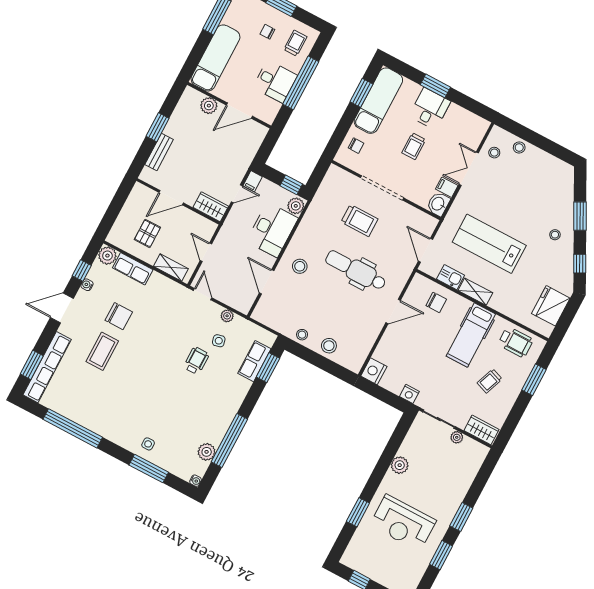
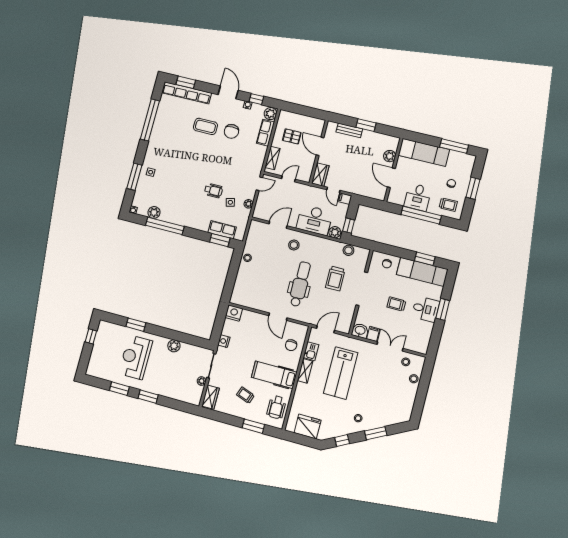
lab bench: (489, 244) -> (341, 373), turned 180
stool: (329, 346) -> (348, 250), moved

